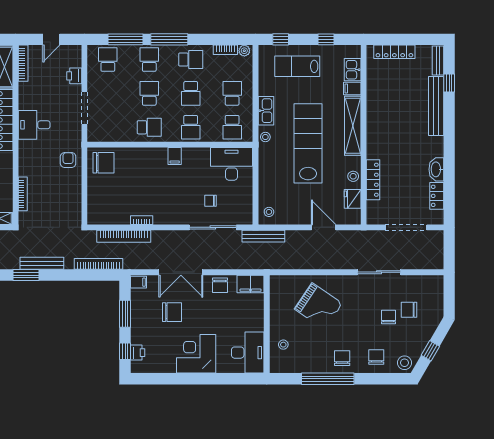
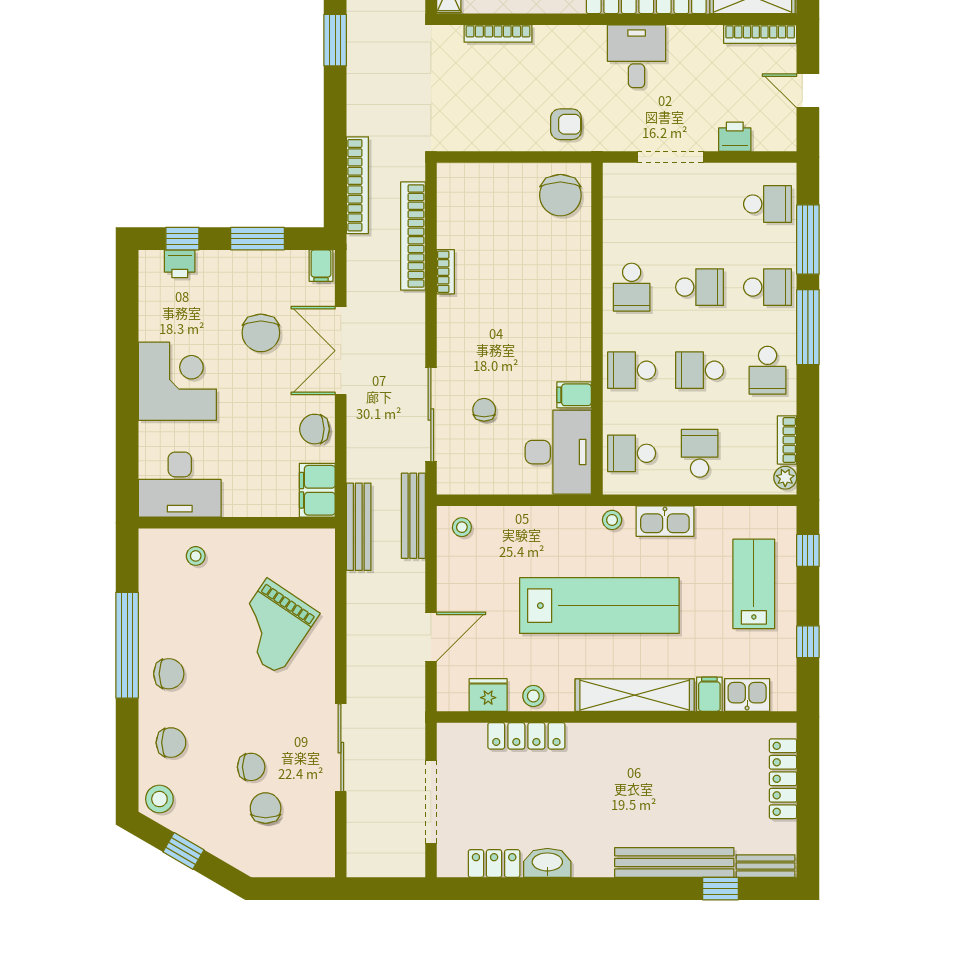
school desk: (232, 93) -> (700, 453), turned -90
filing cabinet: (175, 156) -> (574, 395), moved
bench: (42, 263) -> (359, 527), moved

